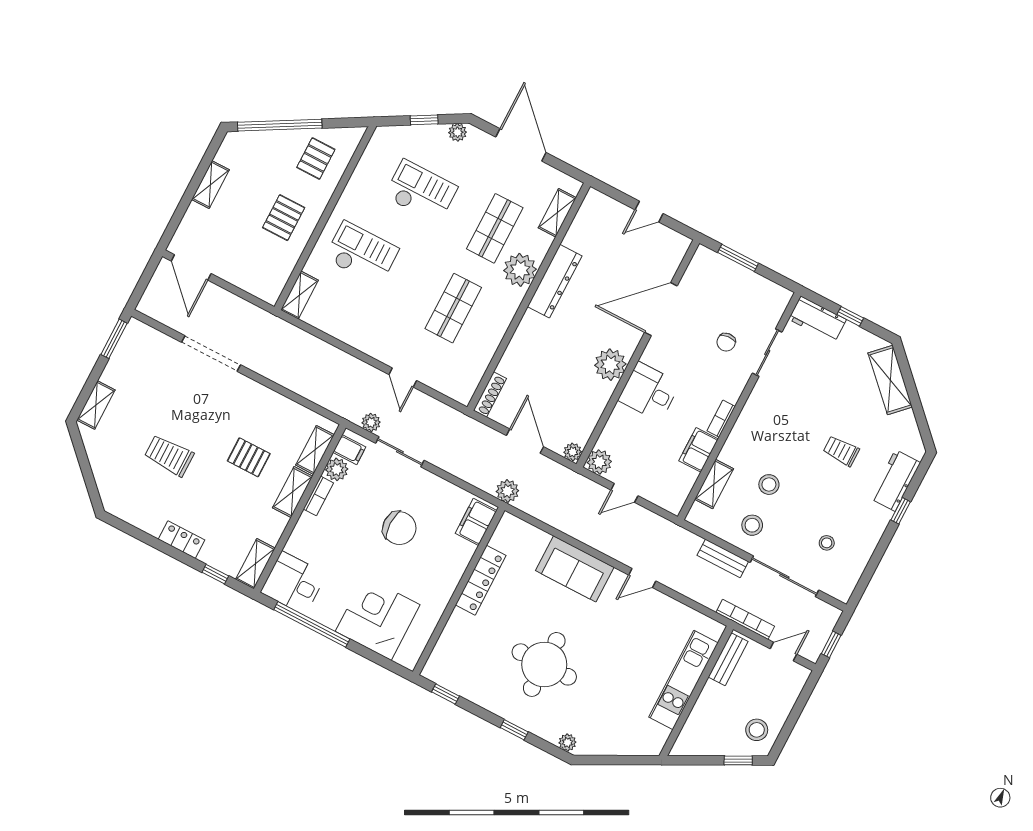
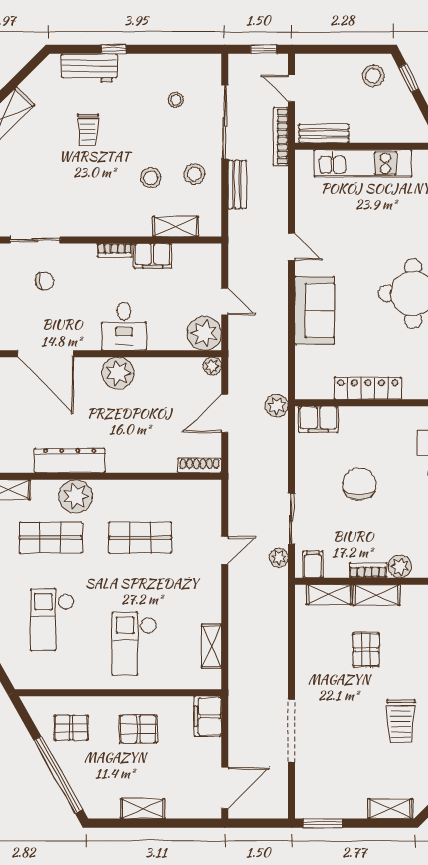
filing cabinet: (263, 285) -> (208, 716), added
shelving: (299, 295) -> (211, 646), moved, turned 90
plant: (599, 462) -> (204, 333), width x1.36, depth x1.36
plant: (337, 469) -> (400, 566), moved

